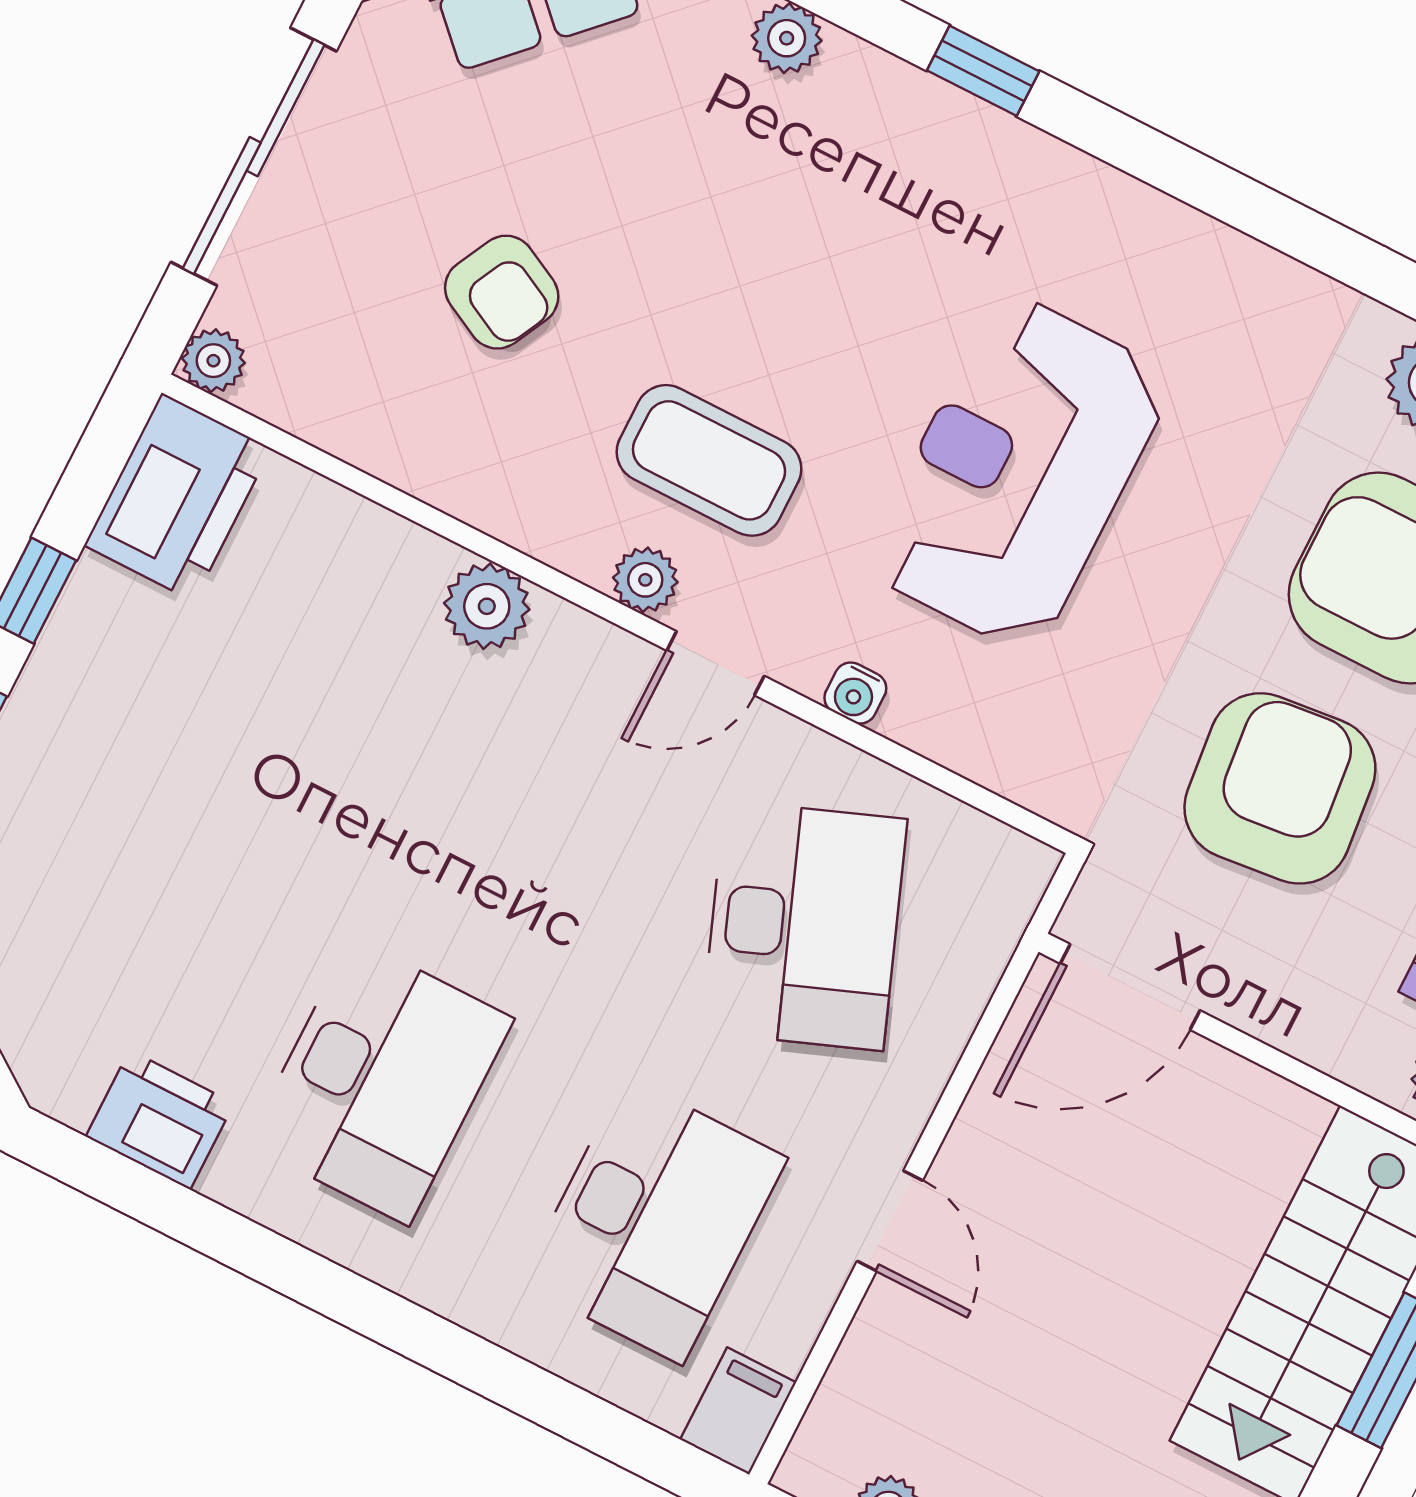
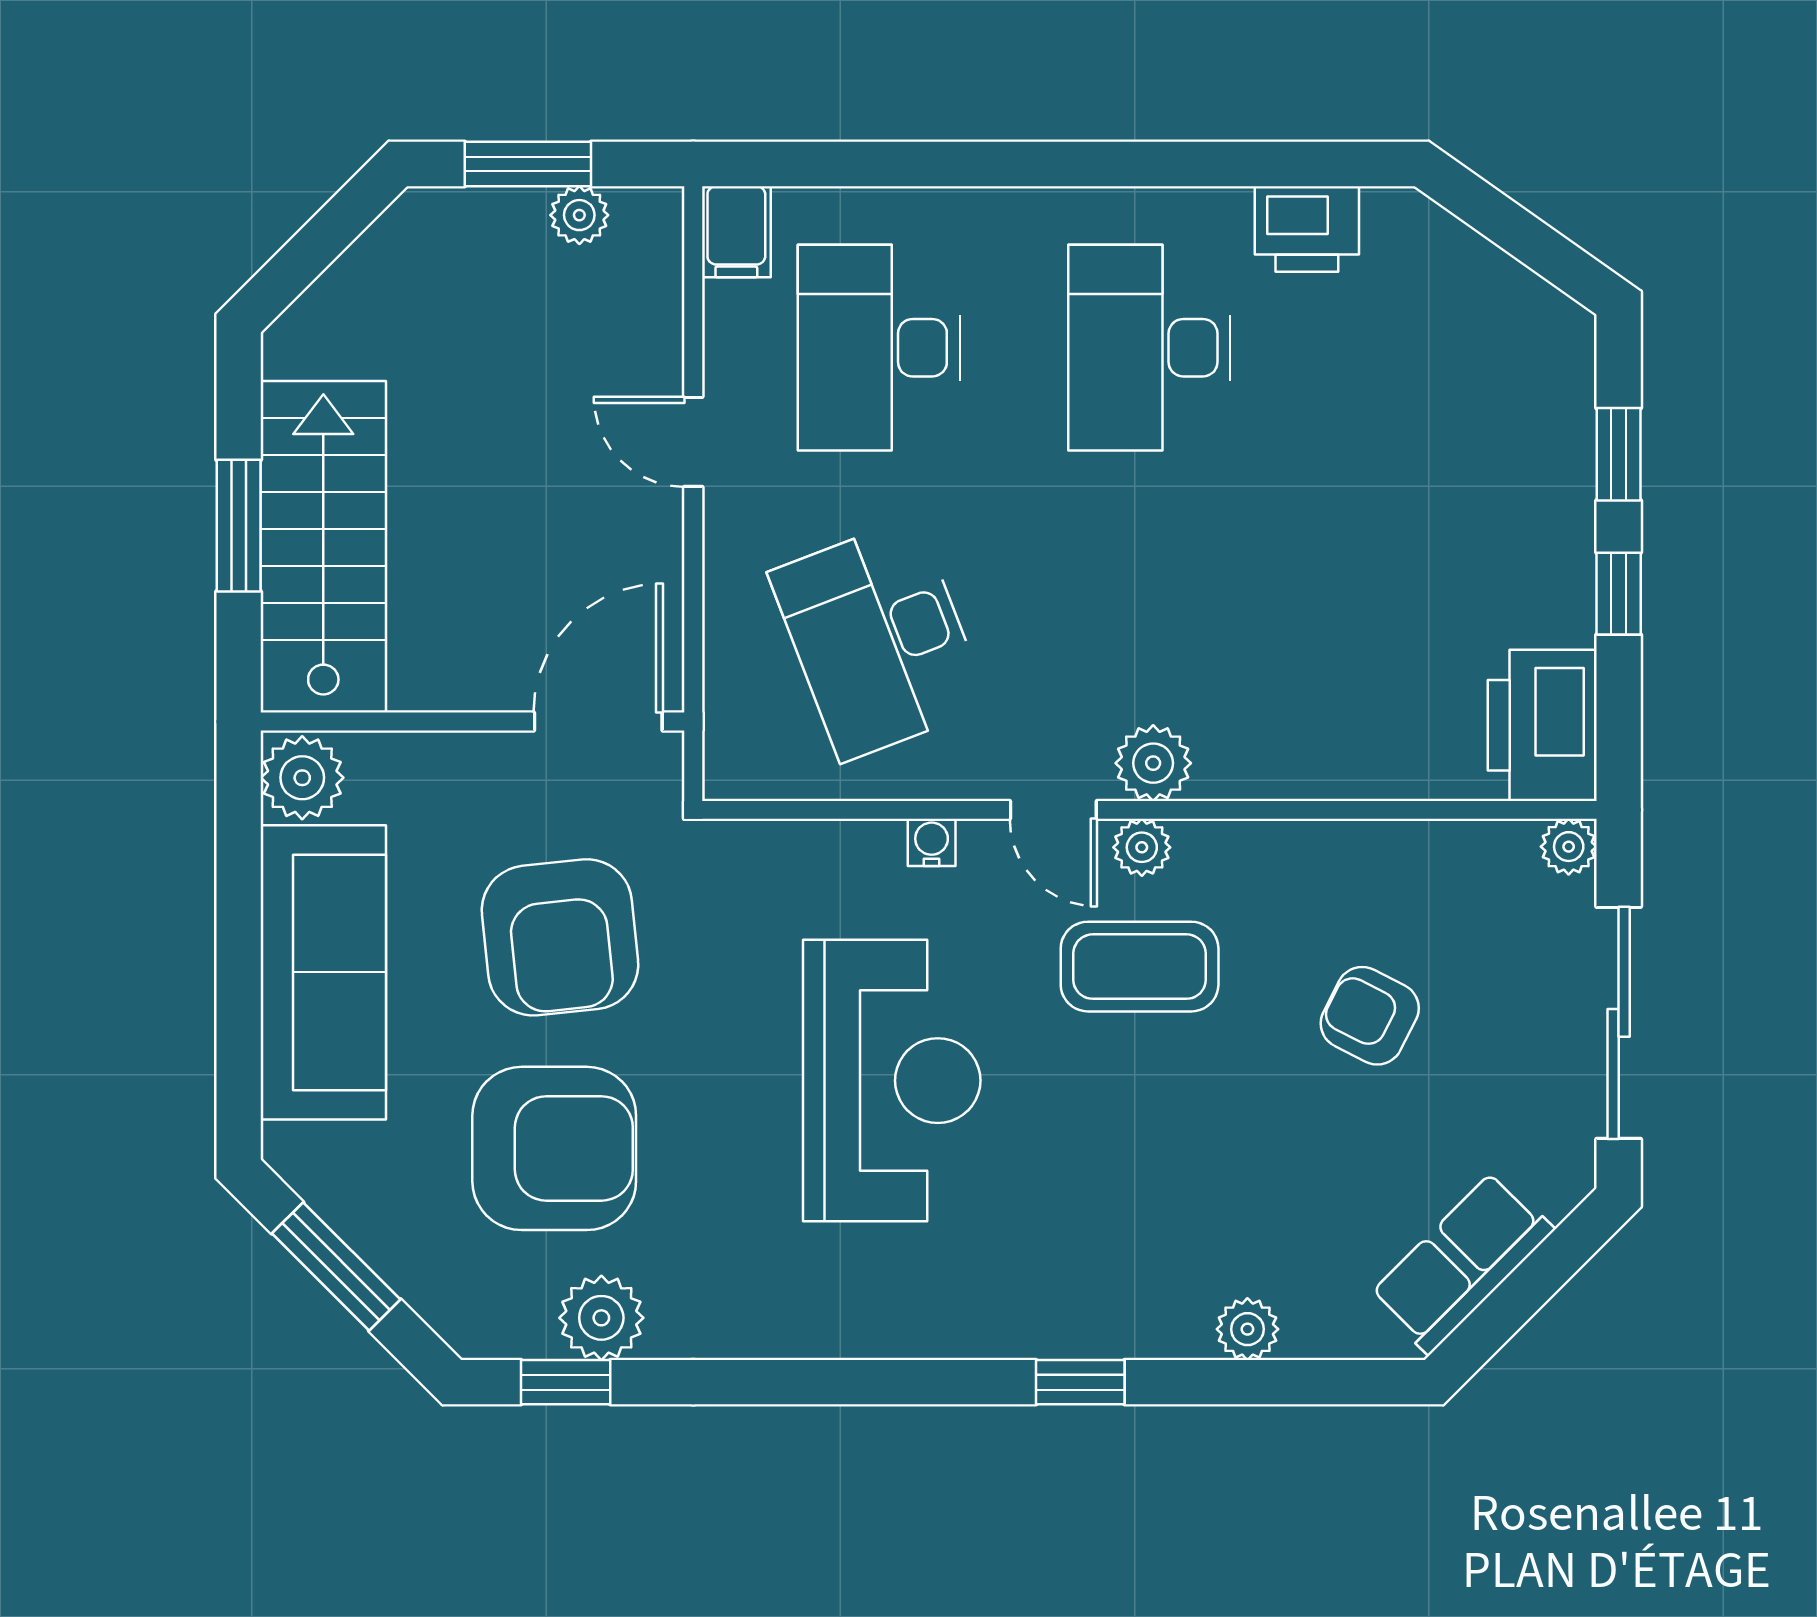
plant: (487, 606) -> (1153, 763), moved
door: (715, 663) -> (1053, 810), swing flipped

